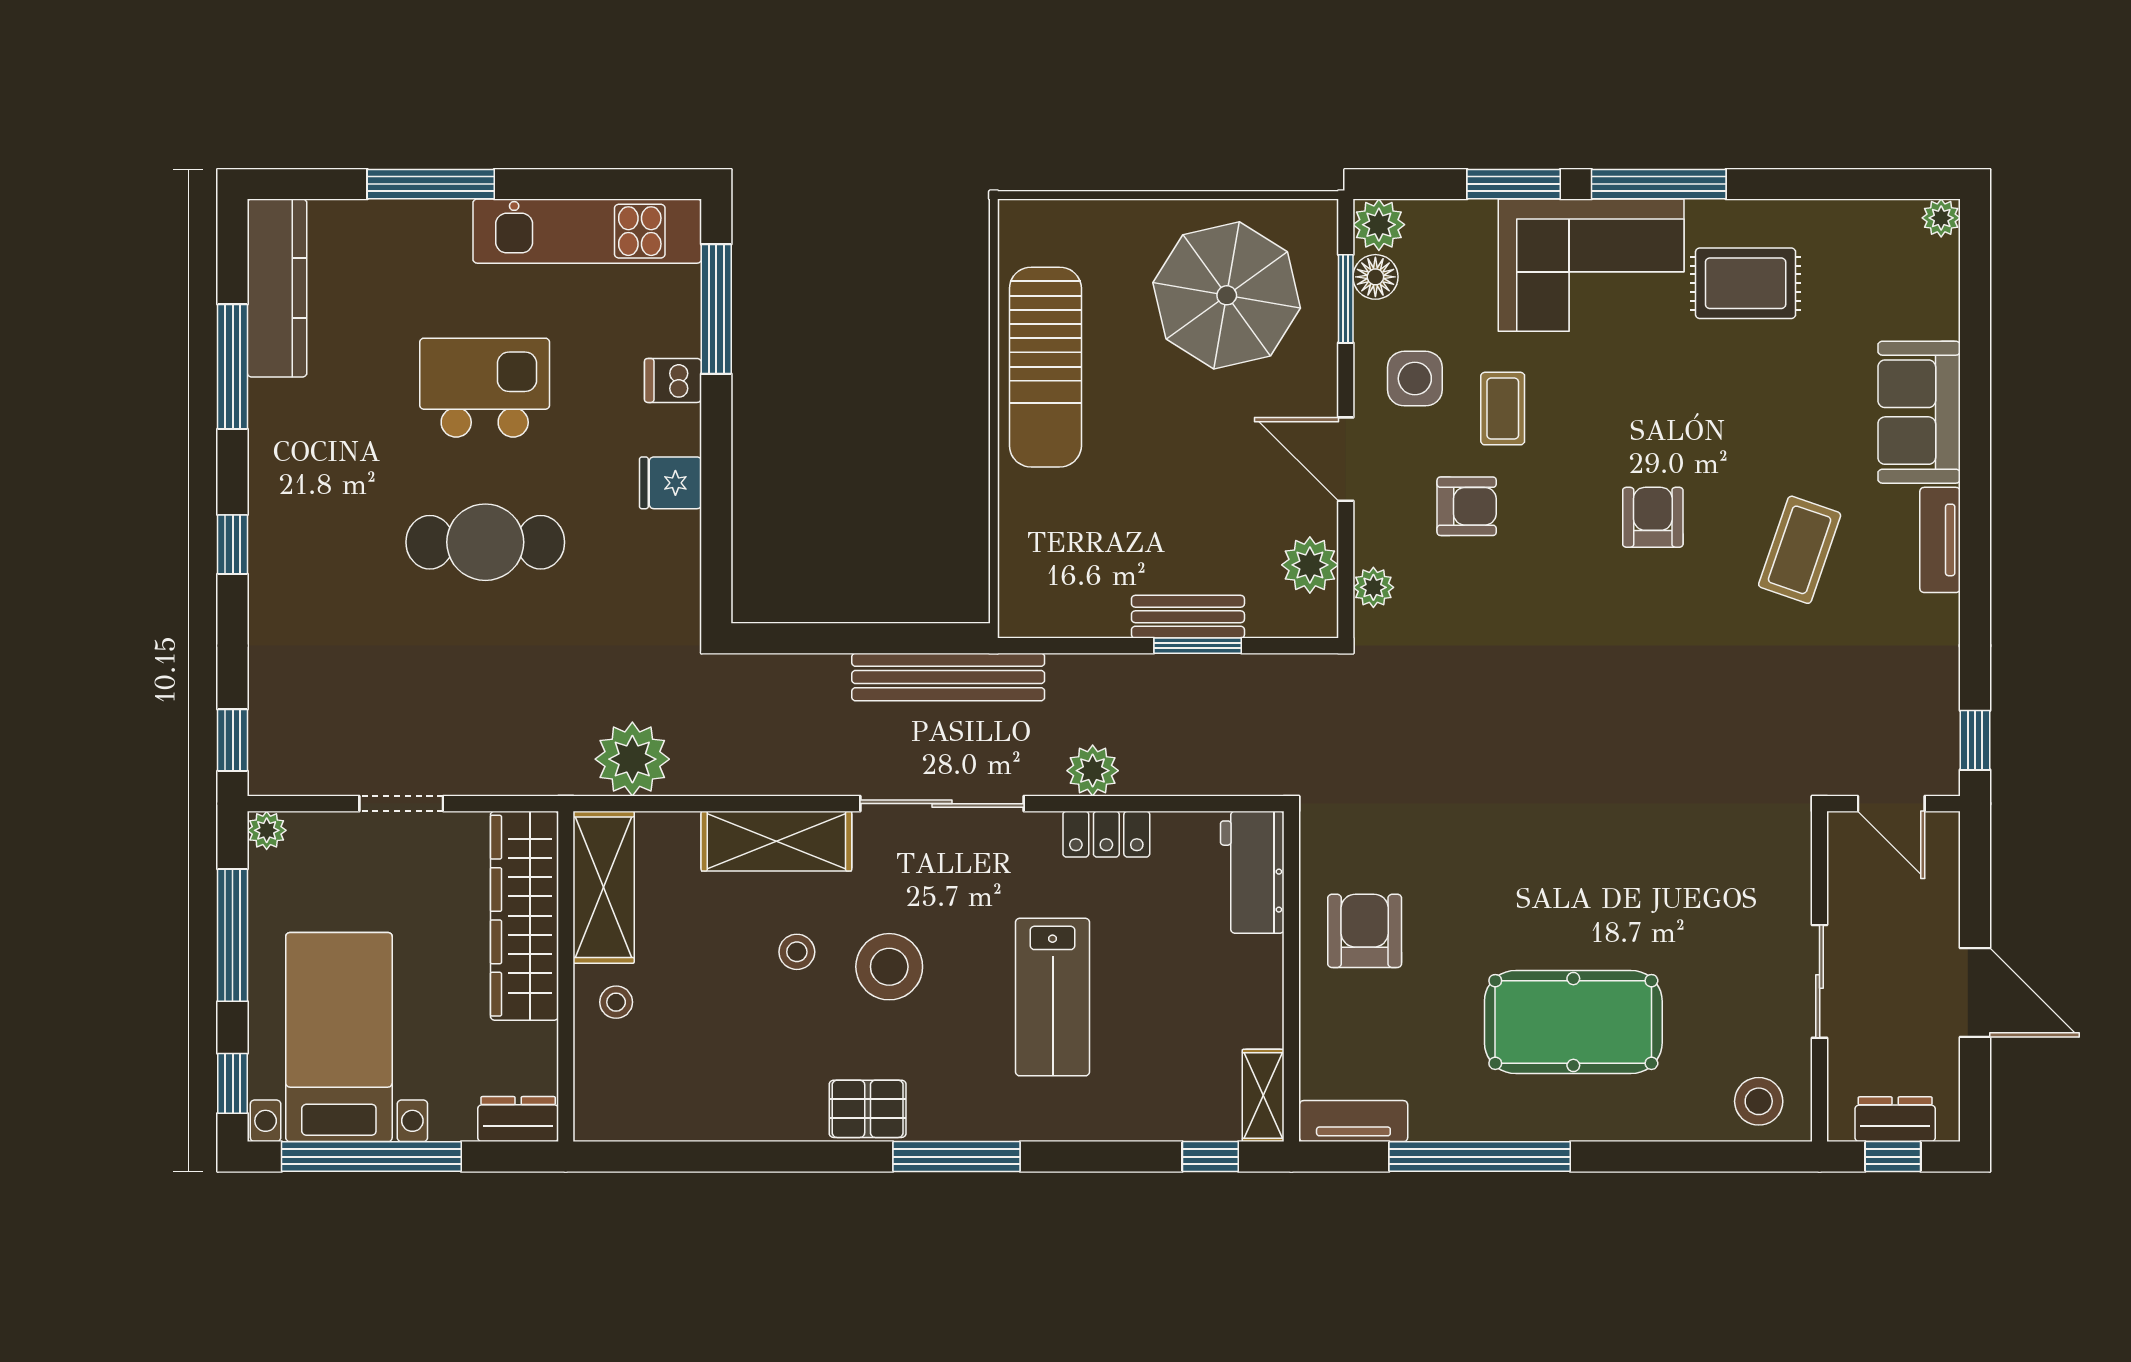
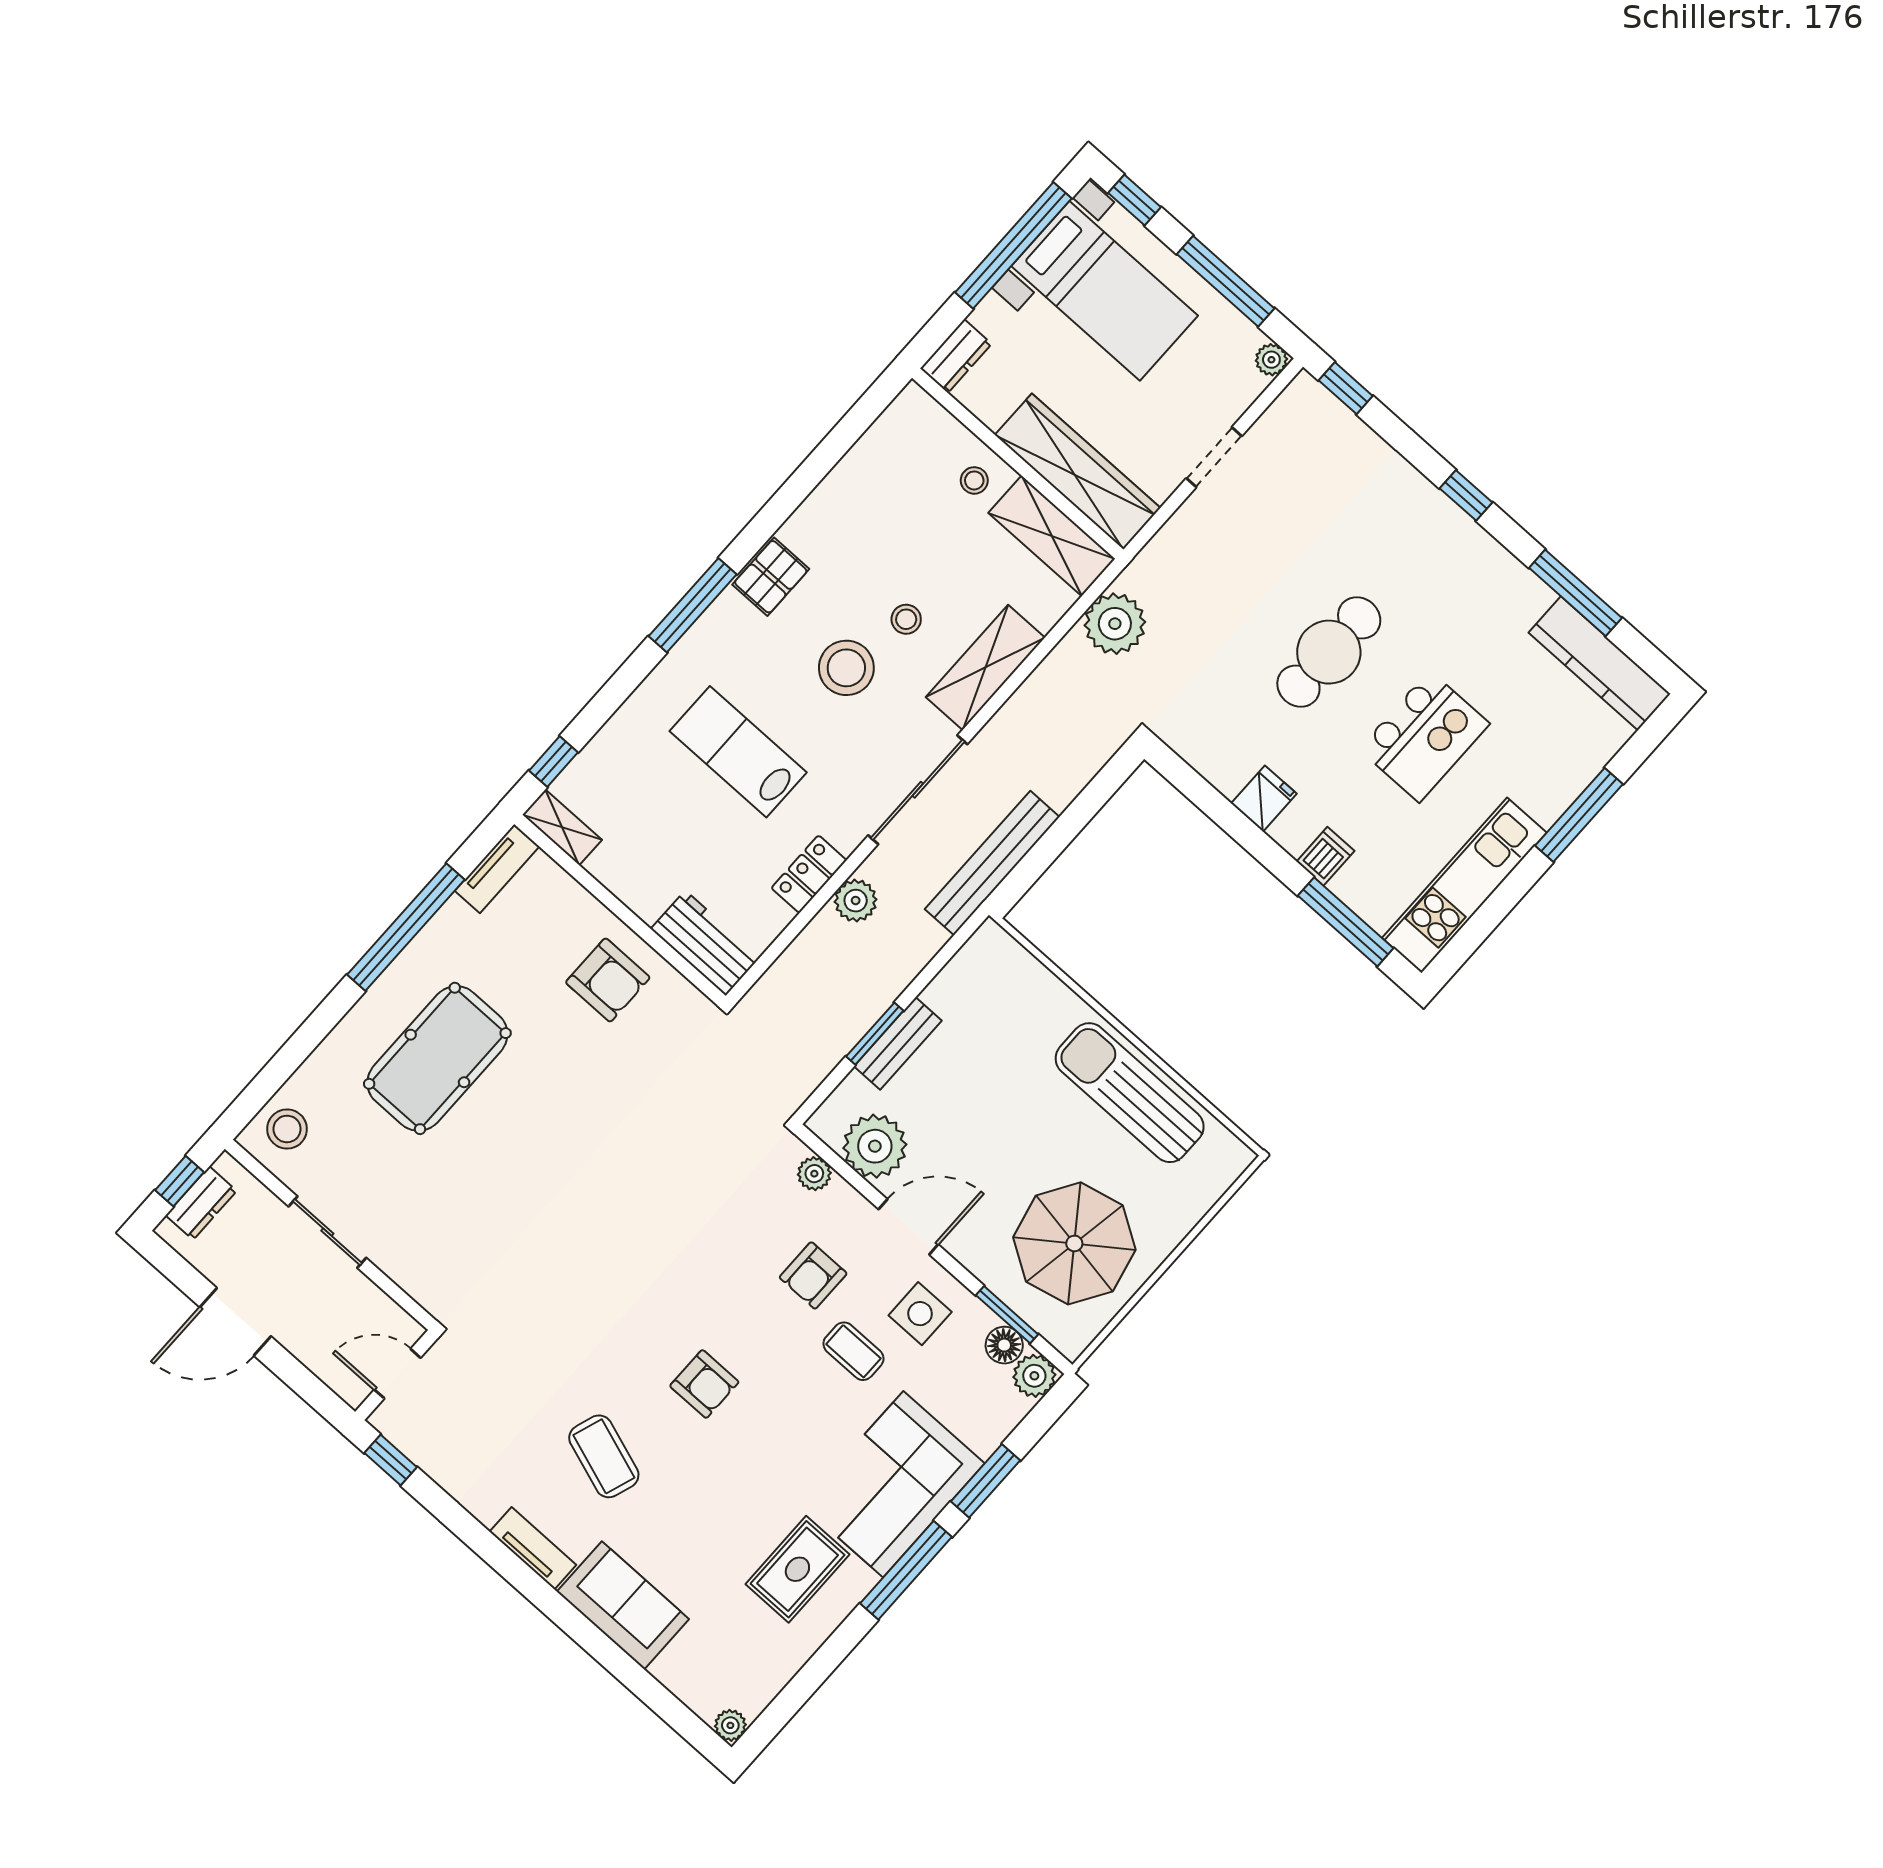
plant: (1310, 565) -> (875, 1146), width x1.36, depth x1.36

